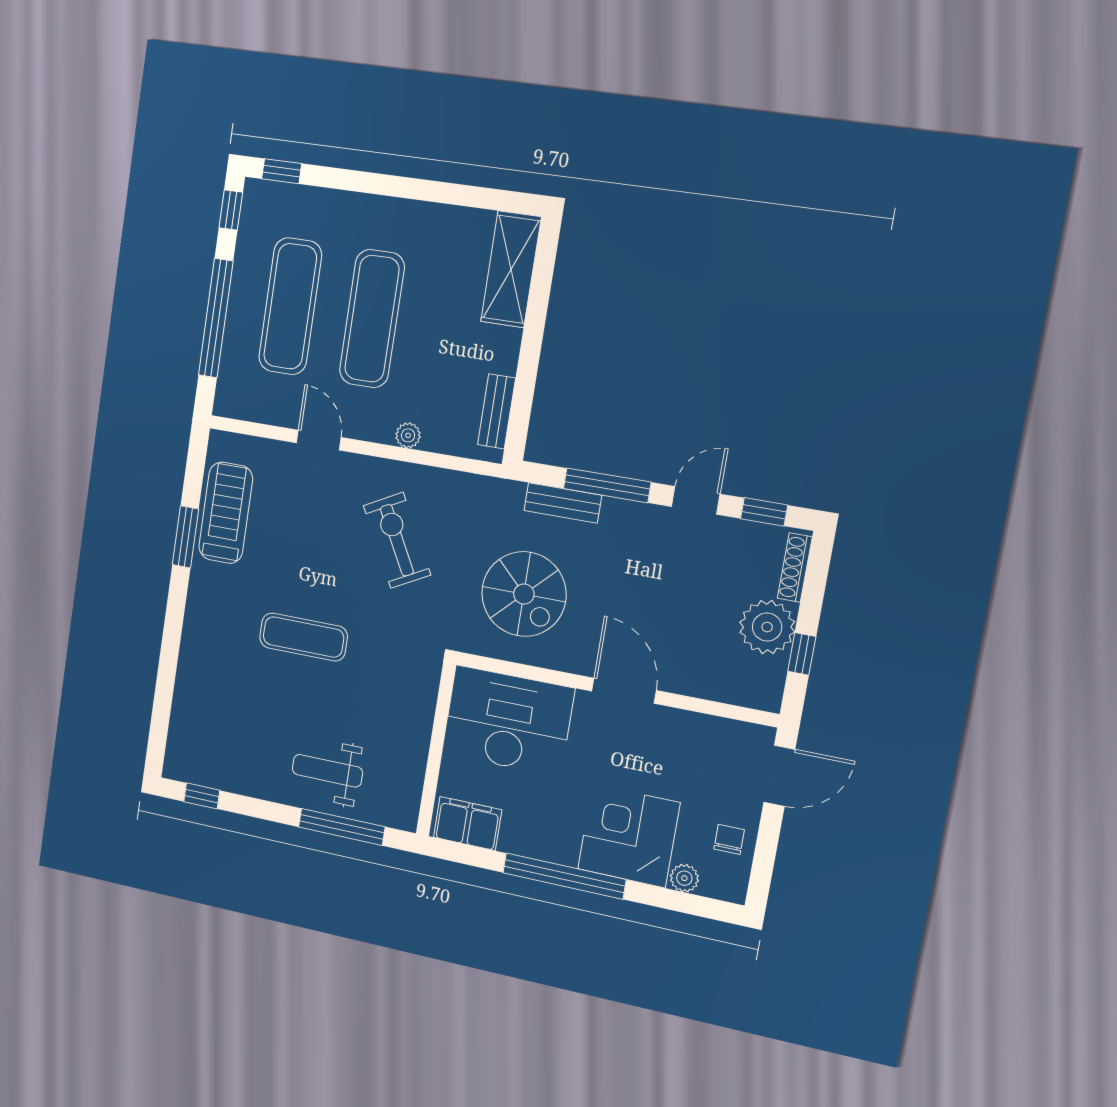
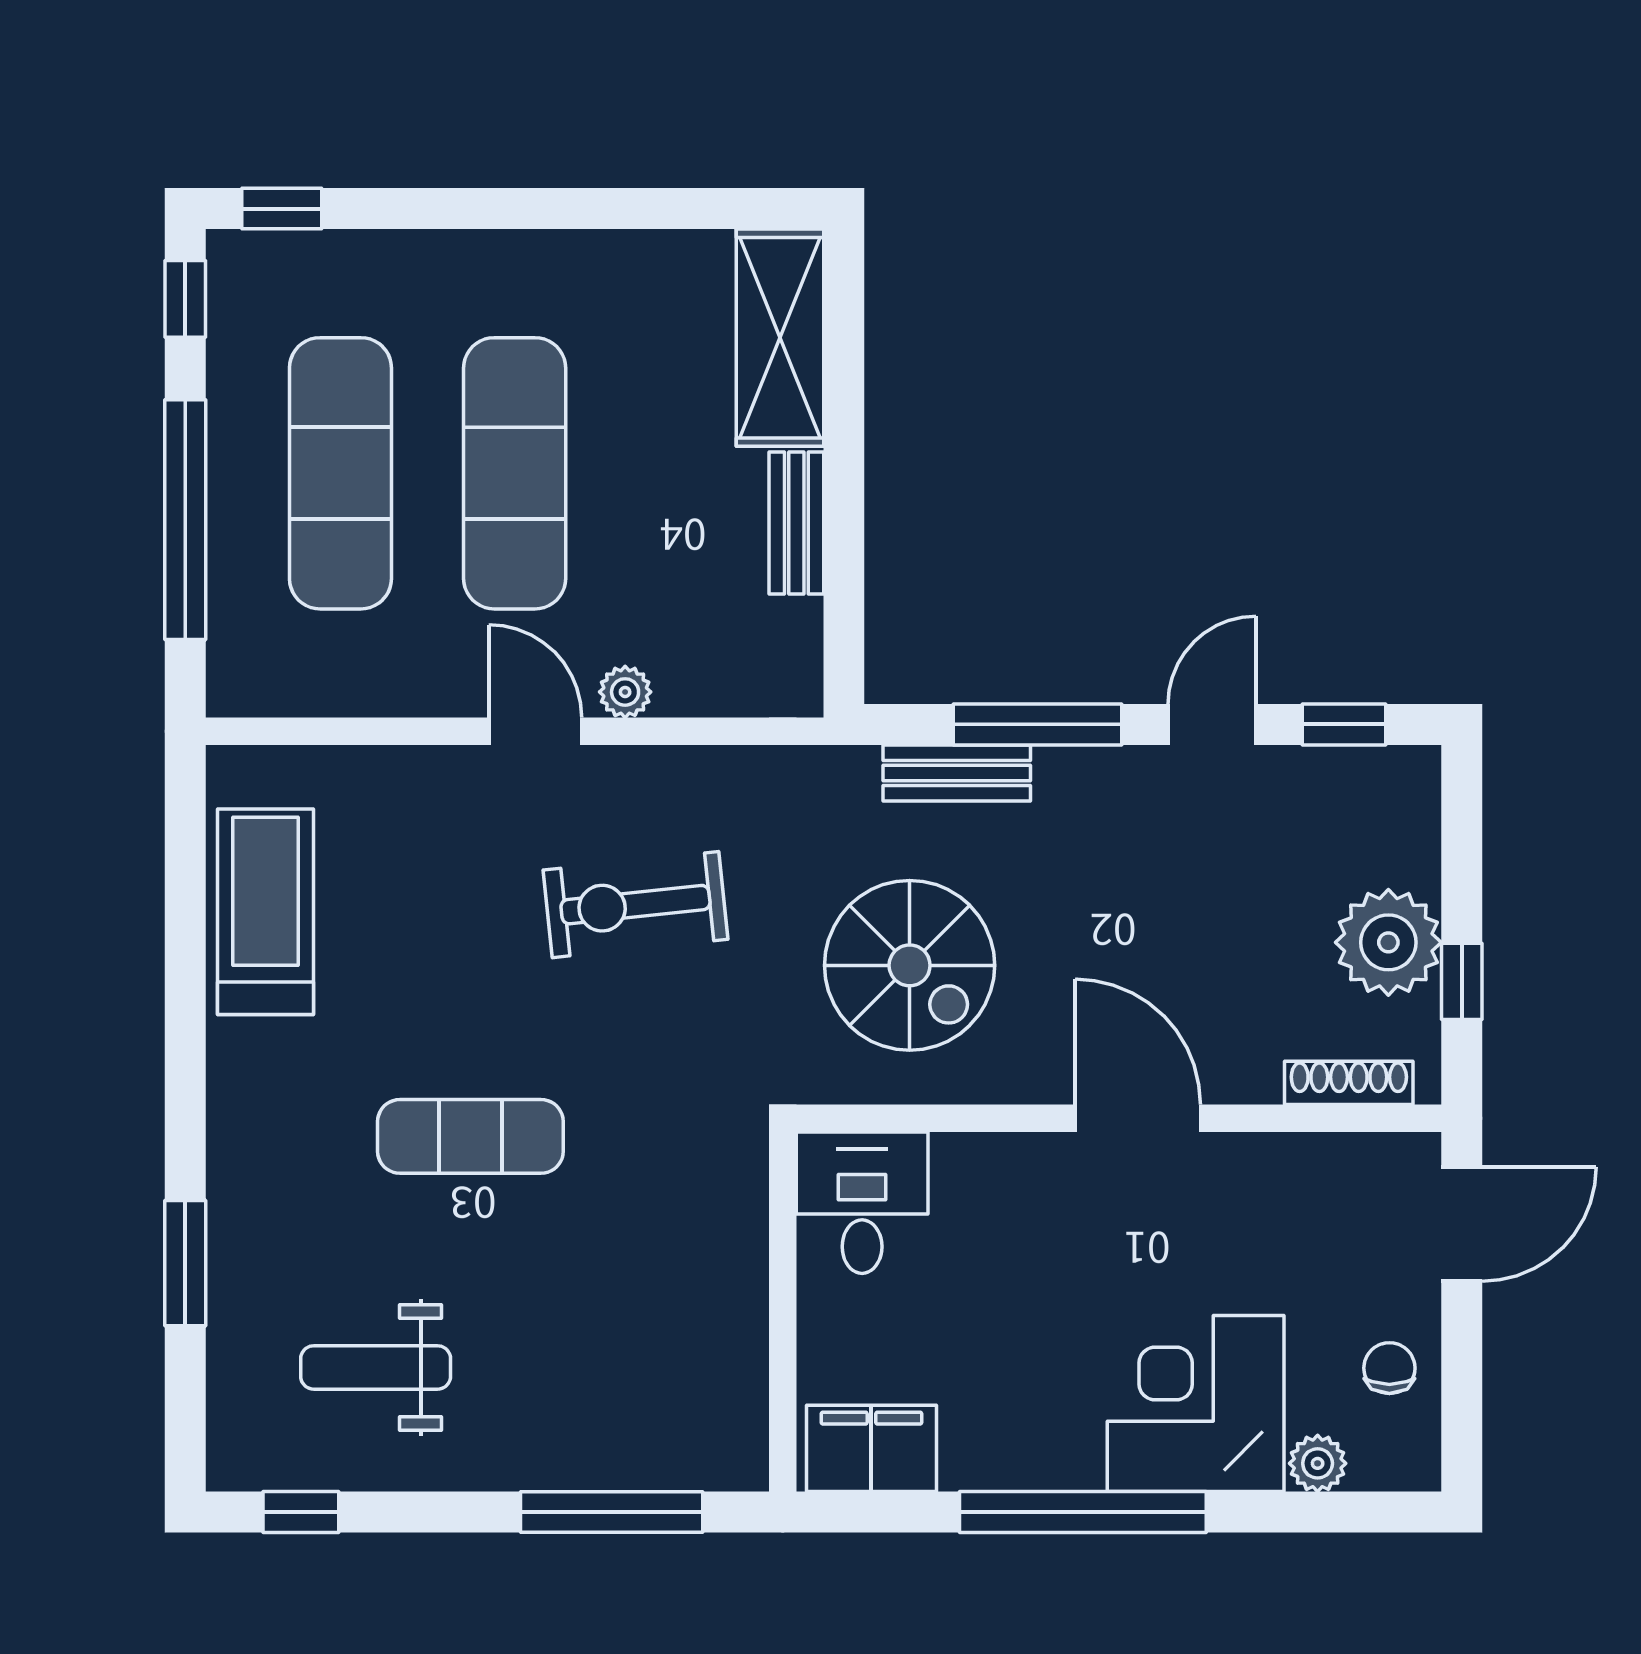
bench: (497, 411) -> (796, 523), moved
door: (319, 440) -> (535, 731), moved
window: (185, 537) -> (185, 1263), moved
exercise bike: (397, 540) -> (635, 905), turned -68
shoe rack: (795, 568) -> (1349, 1083), moved, turned 90
desk: (508, 721) -> (862, 1203), width x0.53, depth x0.77
weight bench: (327, 771) -> (376, 1367), moved

